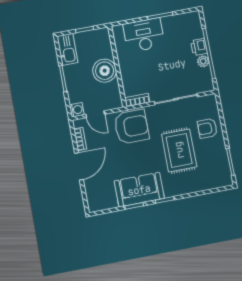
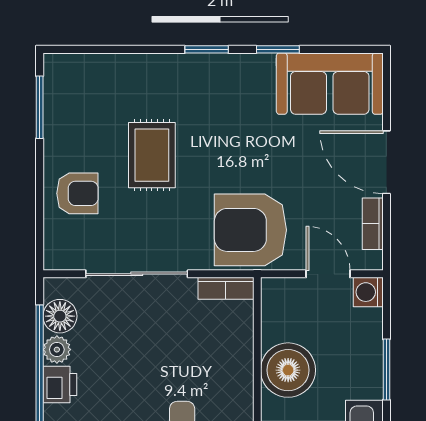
floor lamp: (205, 75) -> (60, 316), added
rug: (179, 150) -> (152, 155), width x0.73, depth x0.70
door: (79, 166) -> (386, 162), hinge flipped
sofa: (139, 190) -> (330, 84), moved

